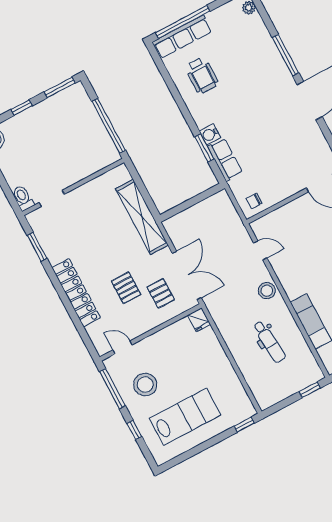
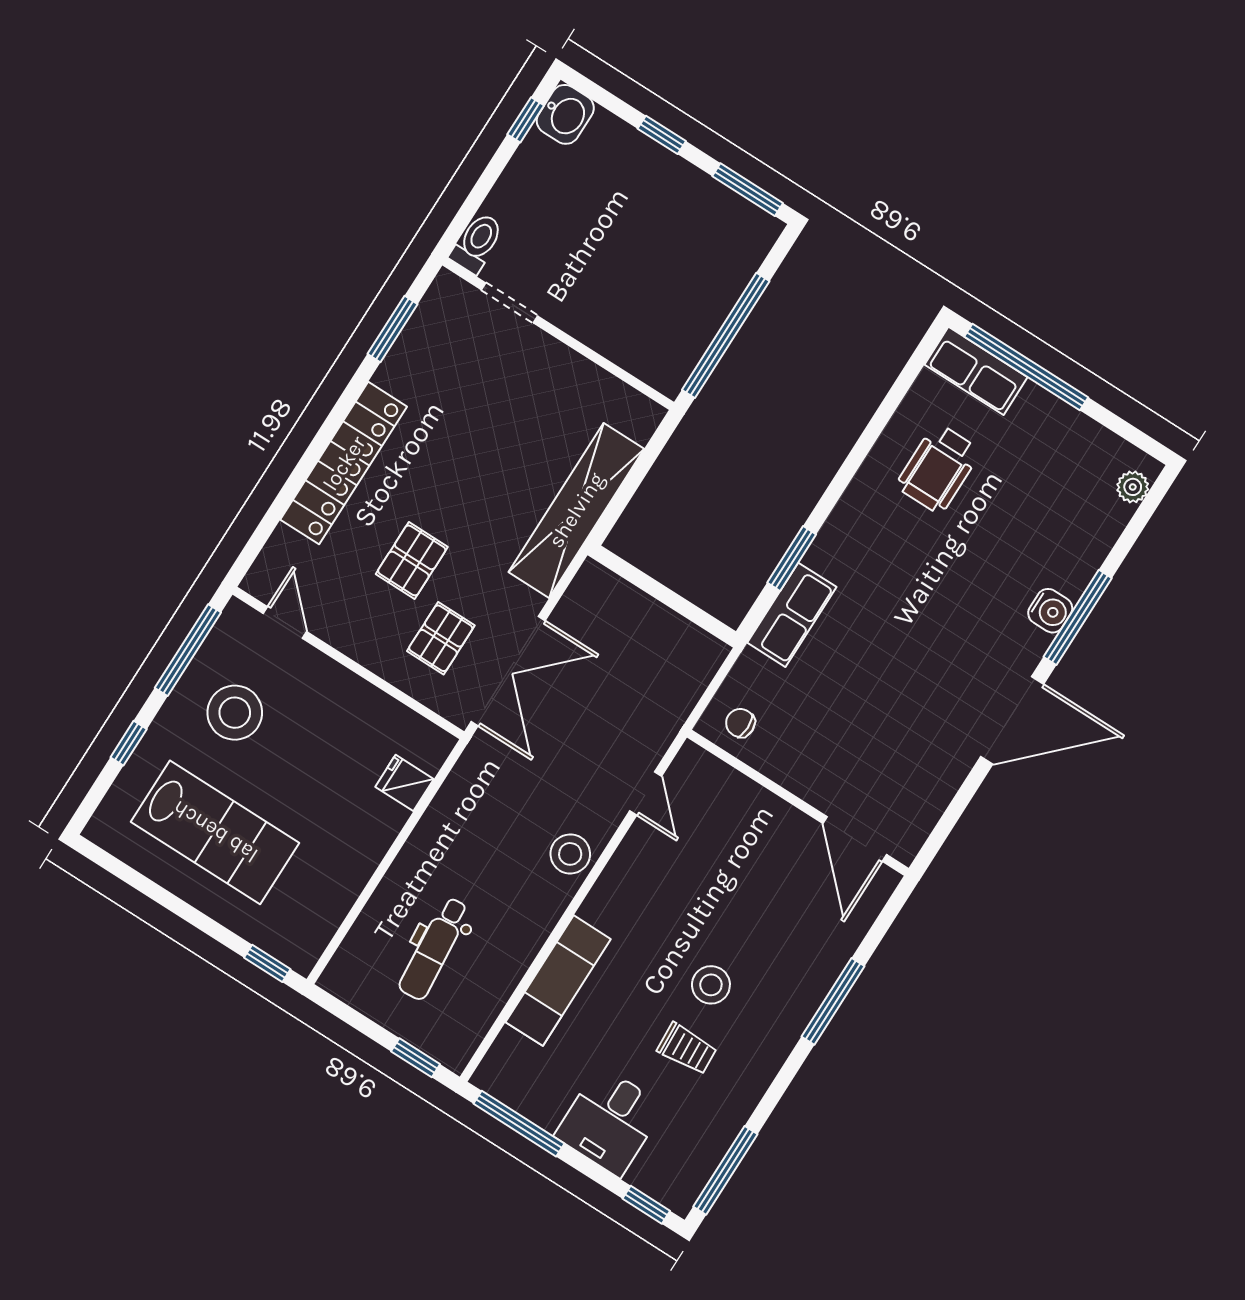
row of seats: (182, 37) -> (976, 371), width x0.68
water cooler: (210, 134) -> (1050, 611), moved, turned 180
fridge: (199, 320) -> (405, 783), moved, turned 90
dental chair: (269, 342) -> (434, 949), moved

